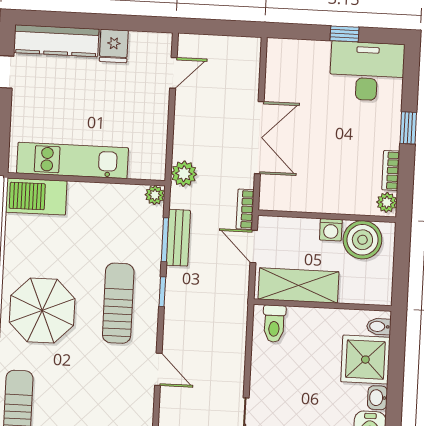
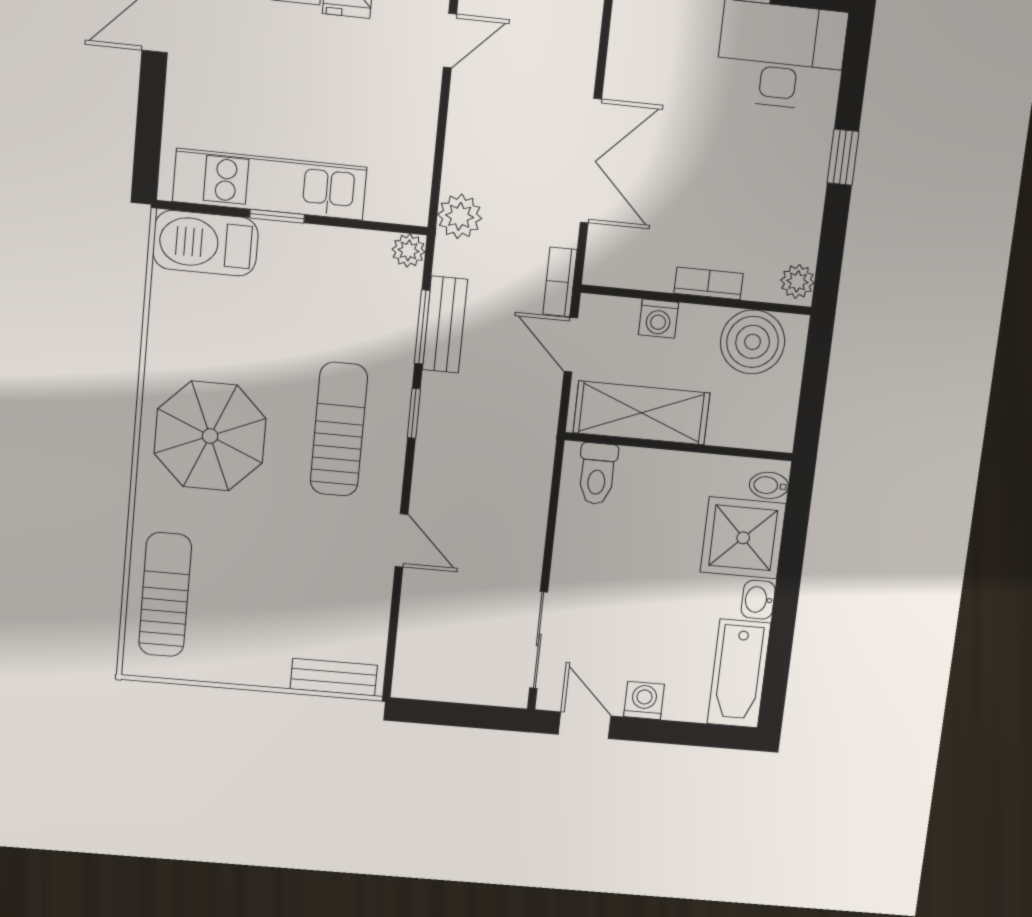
bookcase: (391, 170) -> (709, 283), moved, turned 90
window: (77, 179) -> (277, 216), added
washing machine: (331, 230) -> (658, 319), moved

